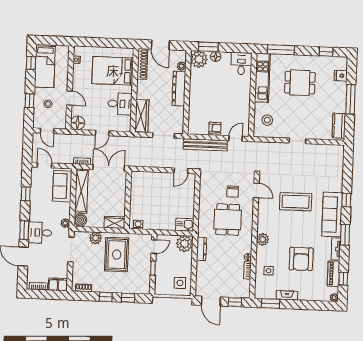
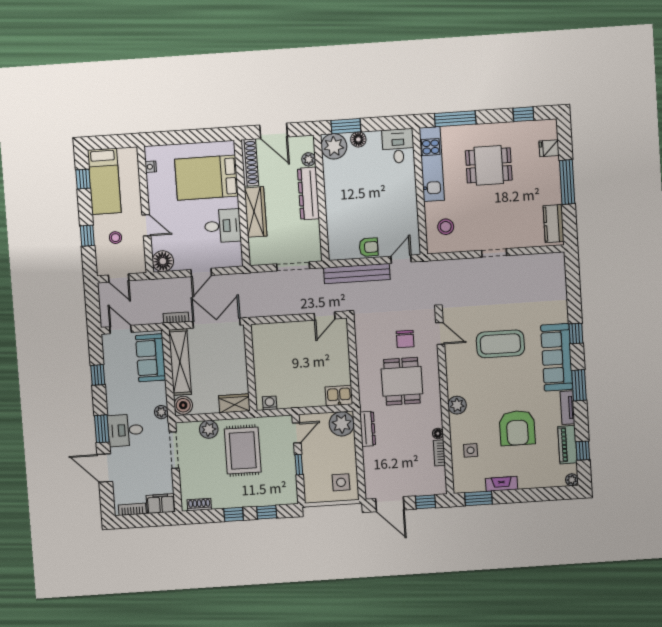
wardrobe: (142, 116) -> (256, 212), moved

